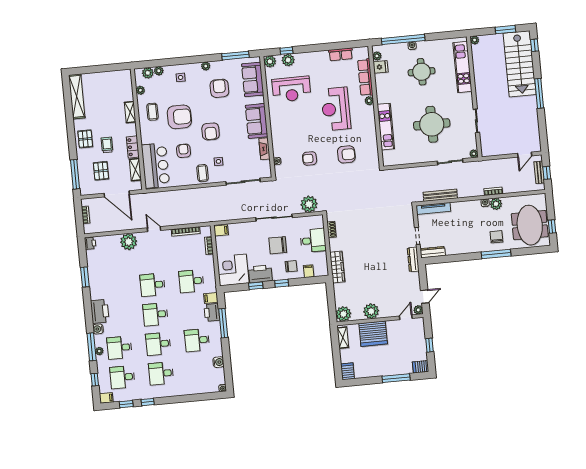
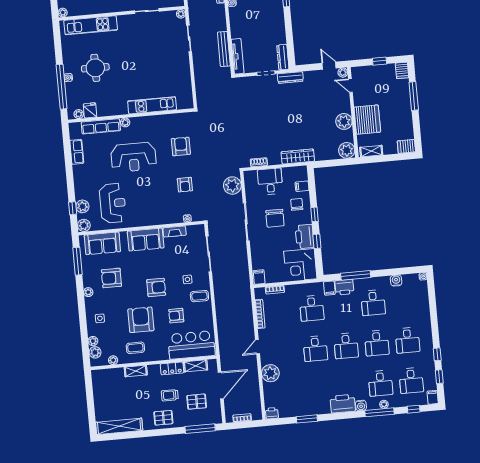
round table: (432, 124) -> (150, 57), removed

